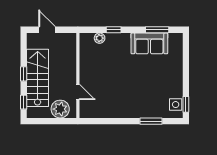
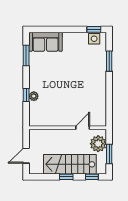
plant: (100, 38) -> (34, 96), moved
sofa: (149, 43) -> (46, 42), moved, turned 90
window: (49, 121) -> (109, 154), added

